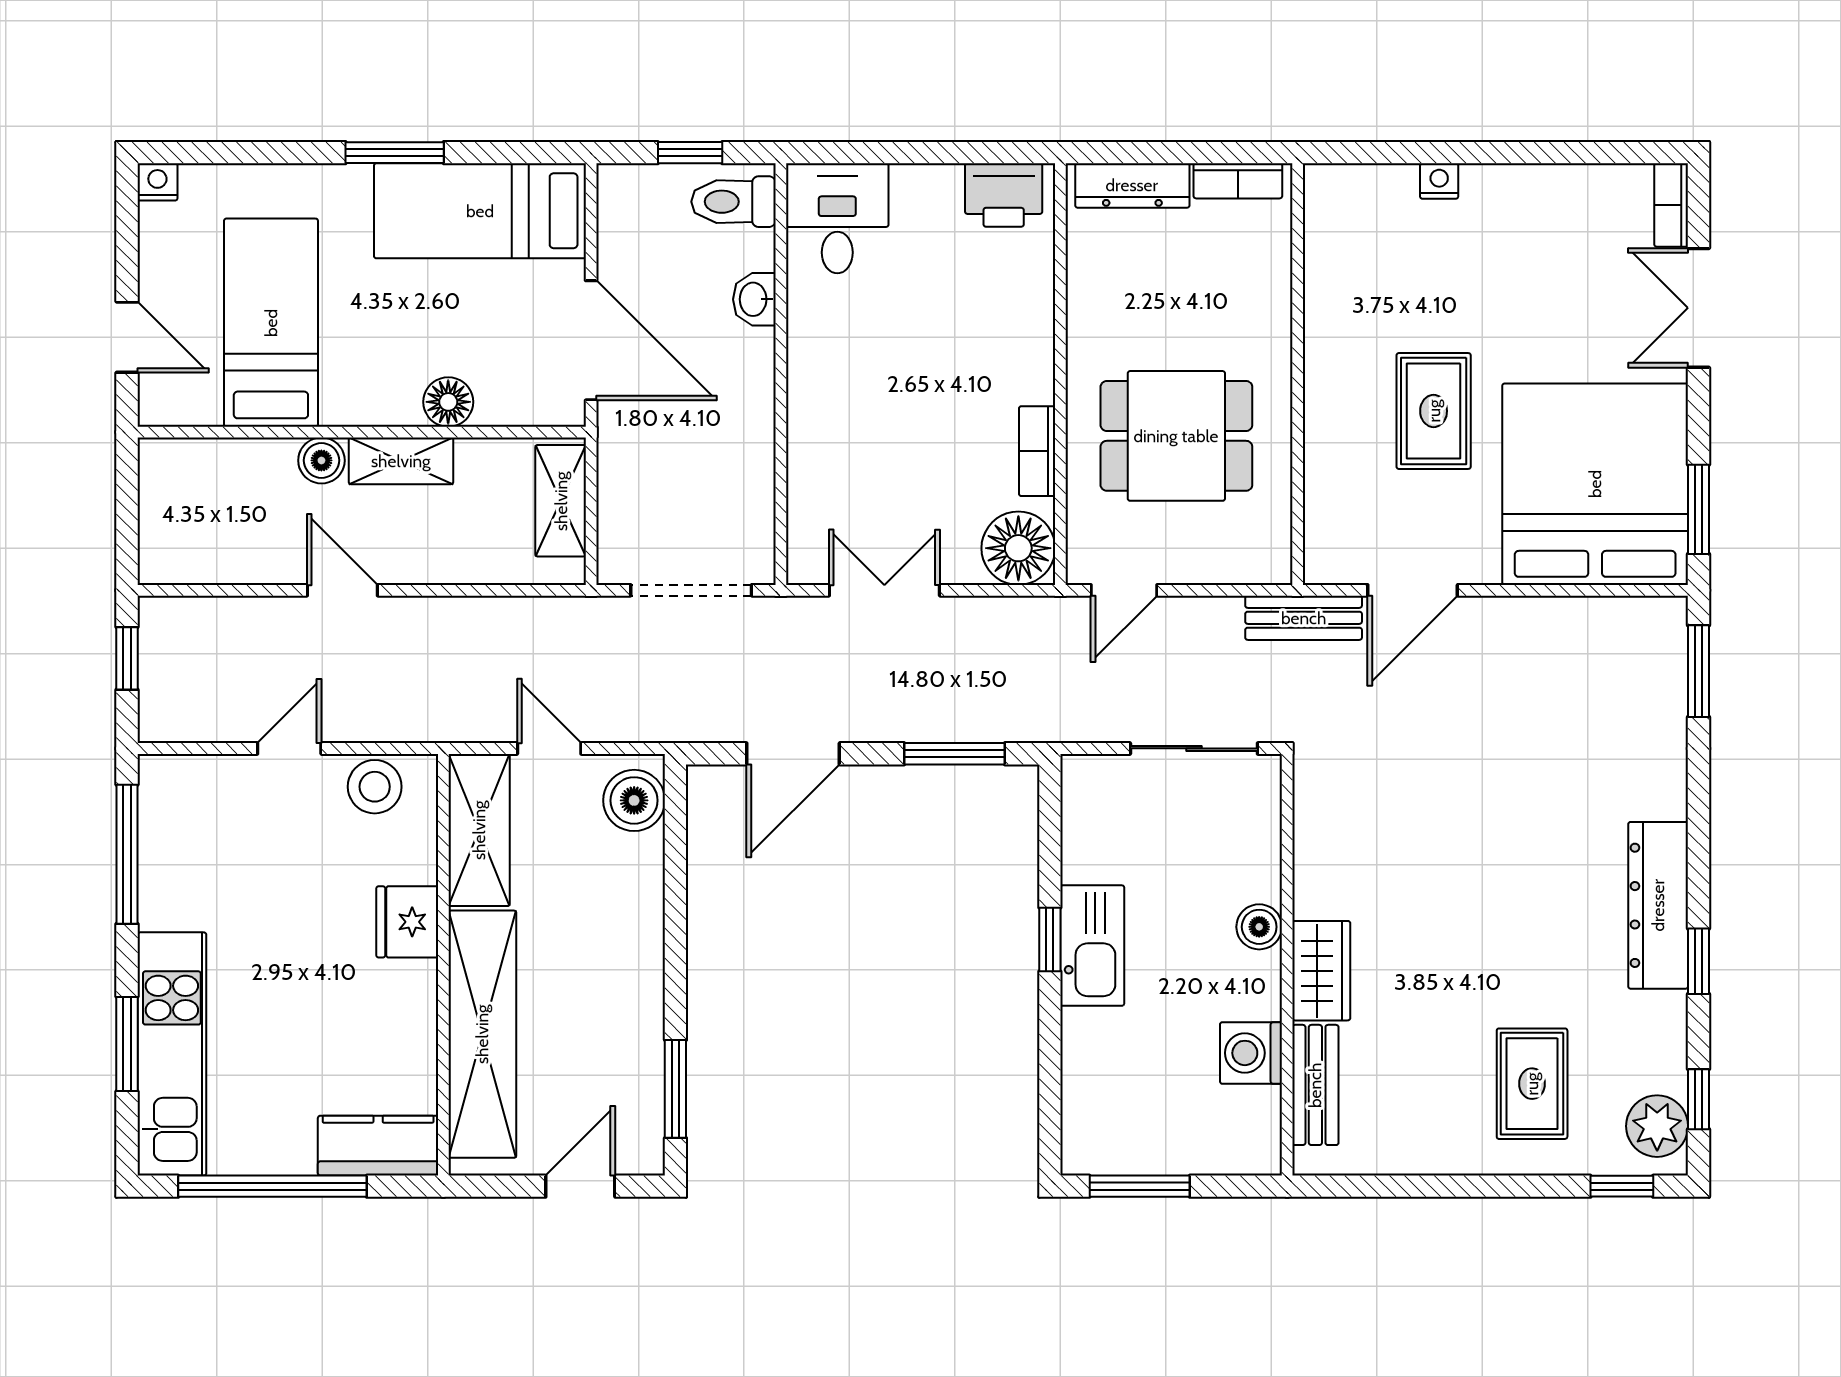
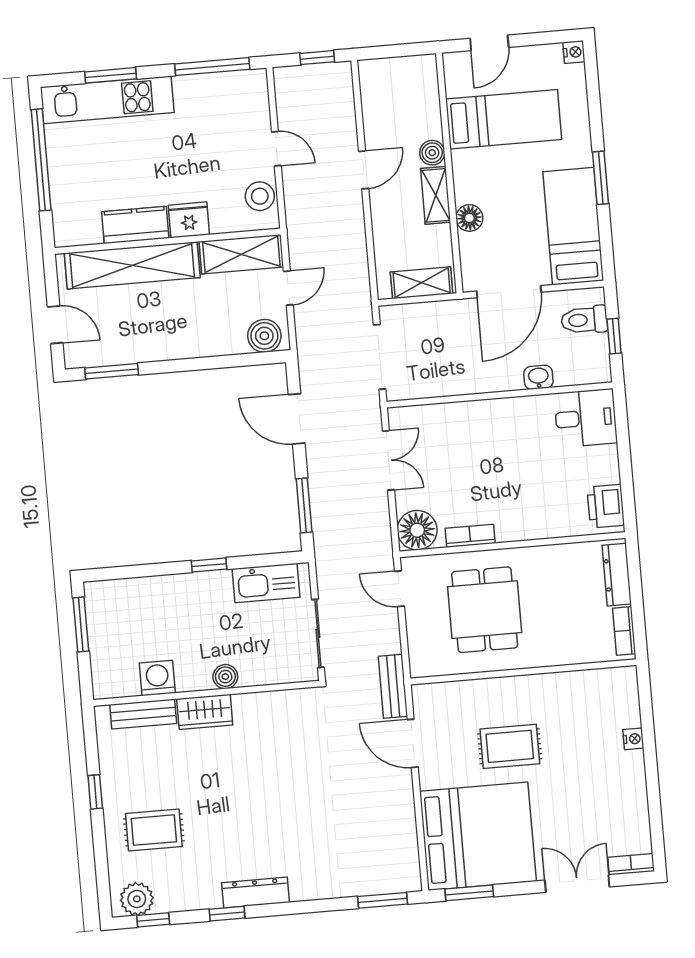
toilet: (734, 202) -> (584, 320), moved, turned -90
dresser: (1658, 905) -> (255, 893), width x0.73, depth x0.80
kitchen sink: (1092, 946) -> (266, 583), moved
kitchen counter: (378, 1146) -> (135, 225), moved, turned -90
window: (1622, 1186) -> (95, 792), moved

